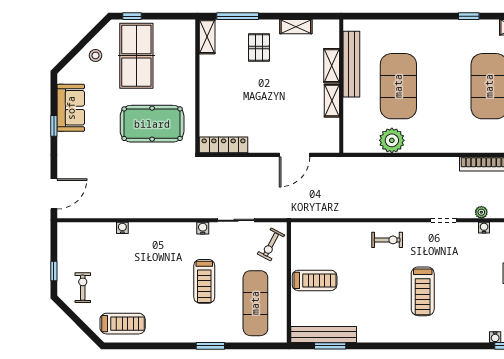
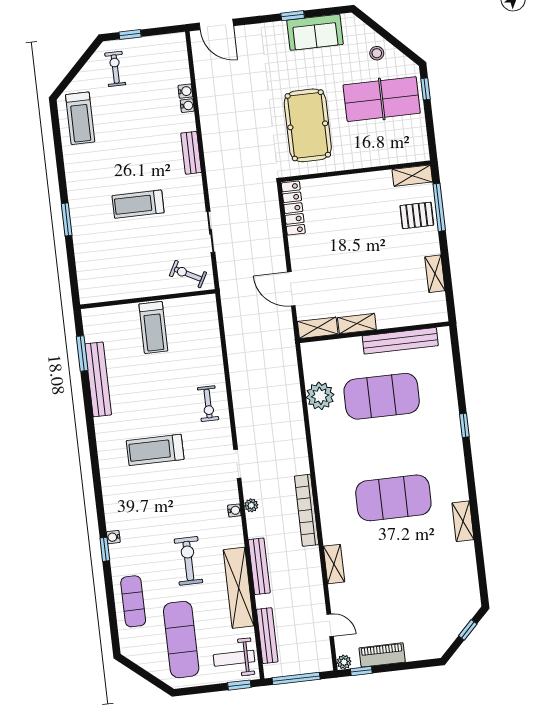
window: (469, 16) -> (464, 425), moved
pallet: (259, 47) -> (417, 215), moved
shelving: (332, 66) -> (318, 328), moved
water cooler: (203, 228) -> (185, 91), moved
bench: (164, 229) -> (191, 153), added
exercise bike: (83, 288) -> (115, 69), turned -90
exercise mat: (255, 303) -> (120, 264), removed
bench: (324, 334) -> (98, 379), moved

